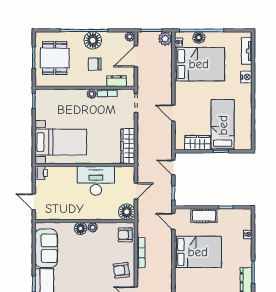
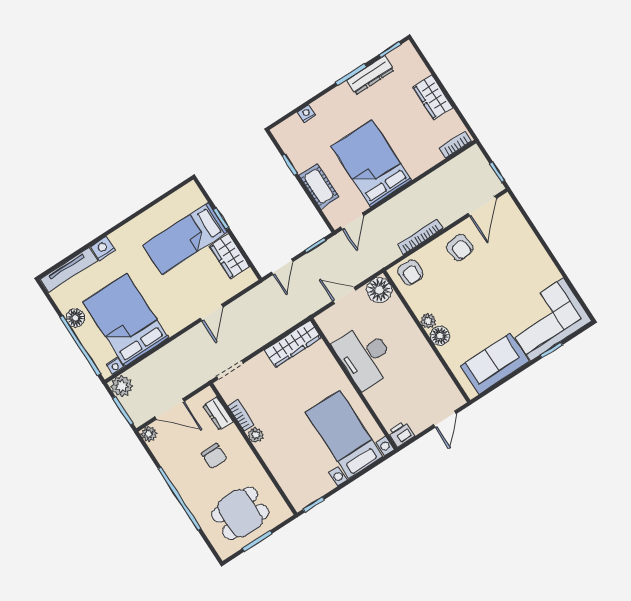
floor lamp: (199, 38) -> (75, 318), moved
floor lamp: (93, 40) -> (185, 479), removed
tv unit: (247, 51) -> (69, 270), width x1.41

